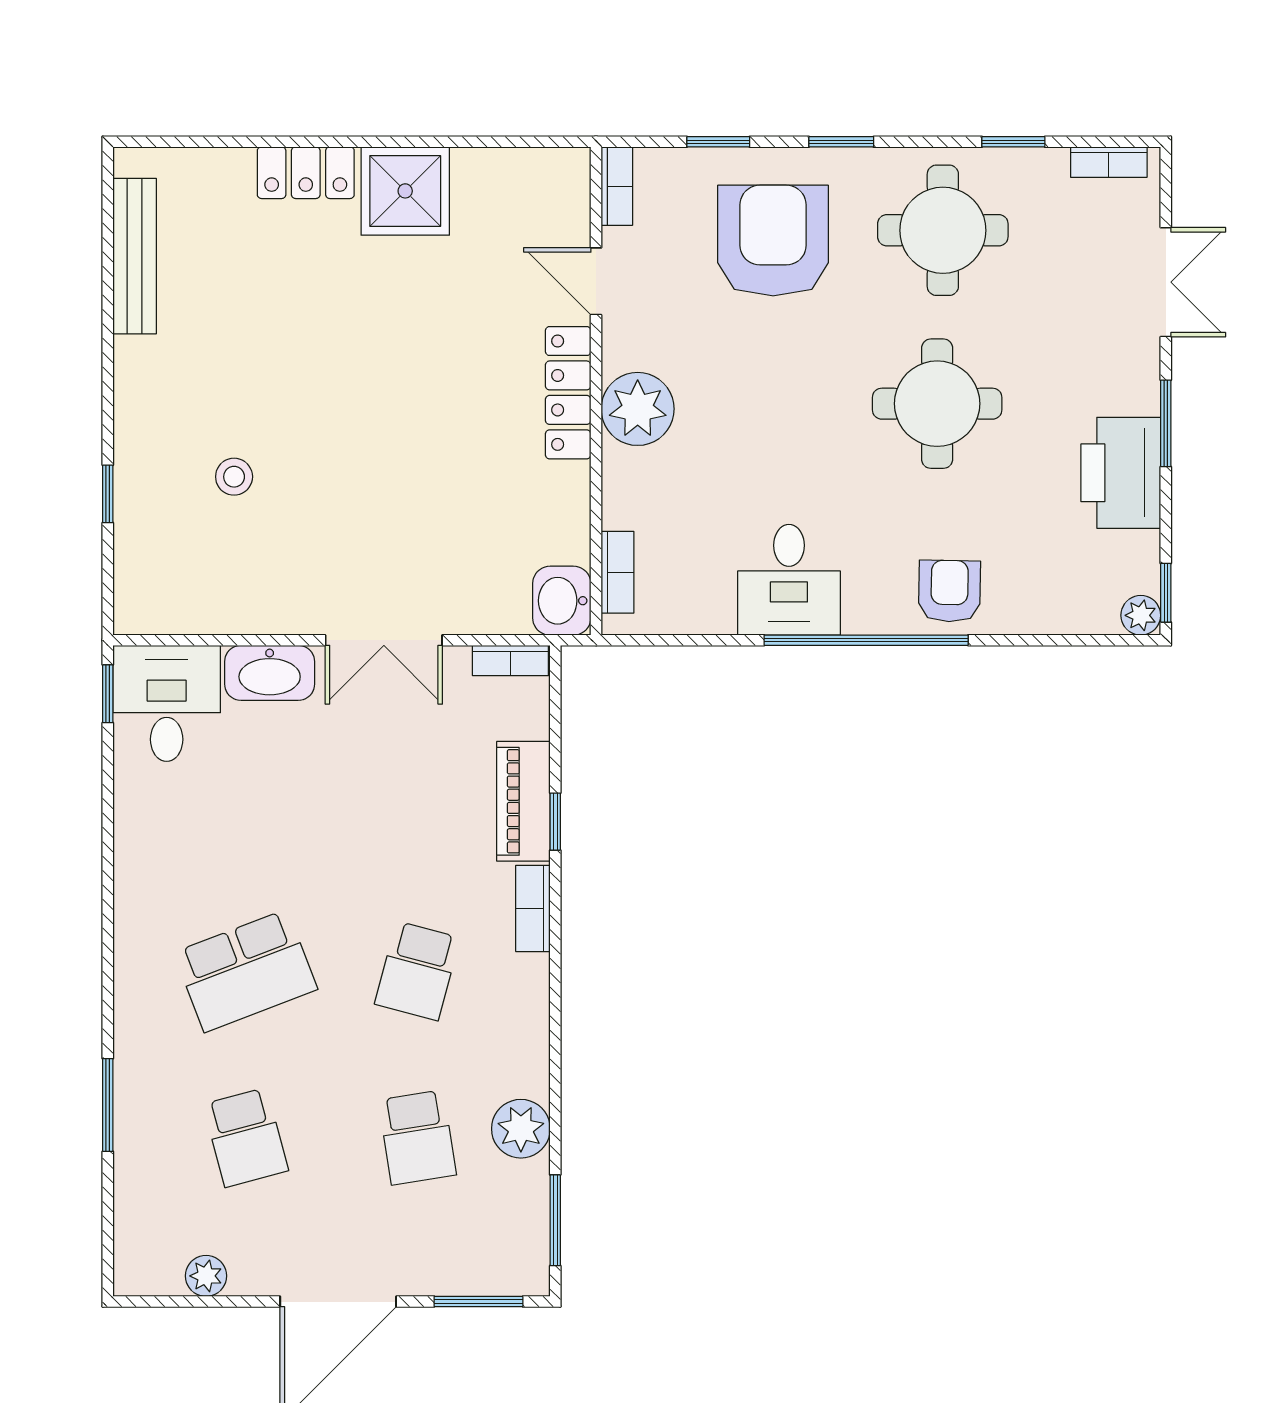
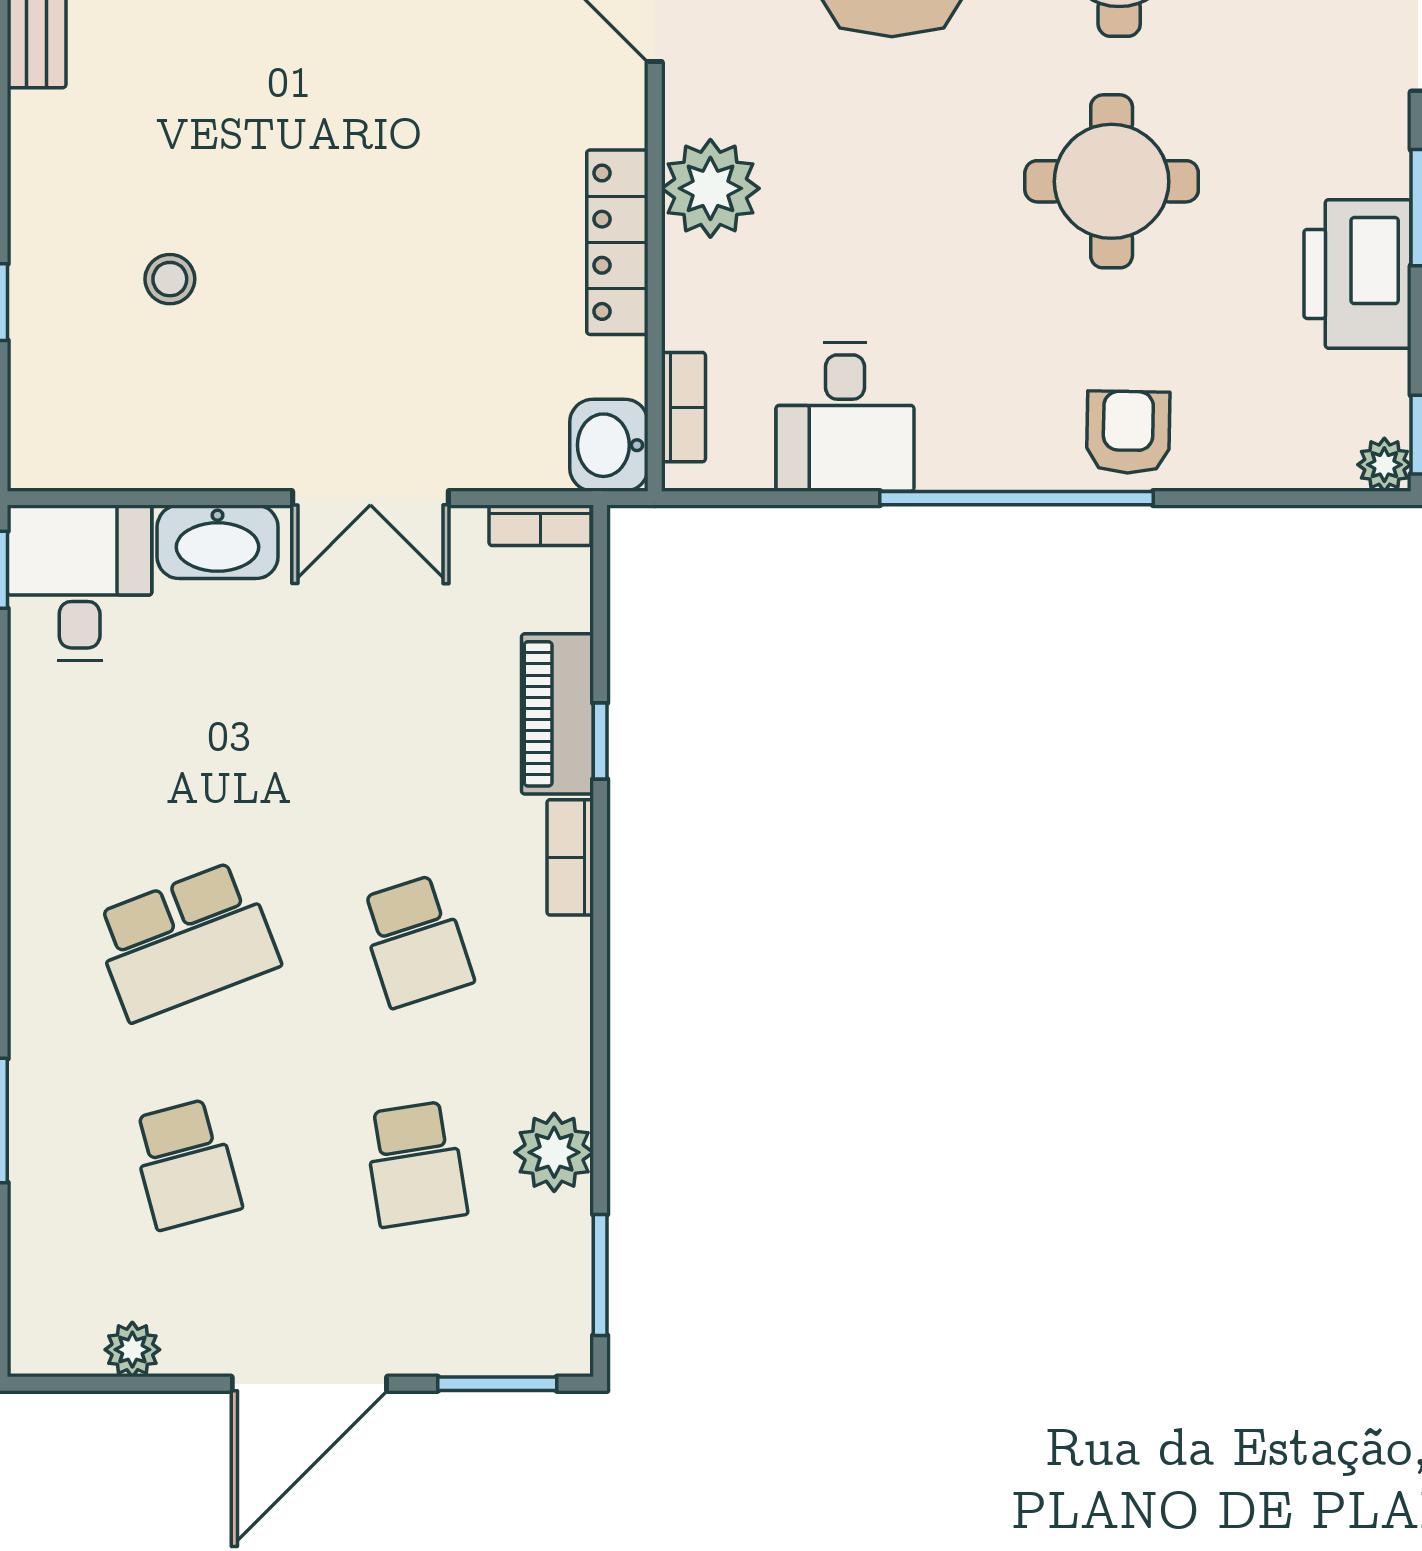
locker: (568, 393) -> (617, 242), moved
desk: (789, 580) -> (845, 417), moved
school desk: (417, 971) -> (415, 941), turned -33

